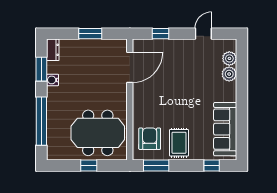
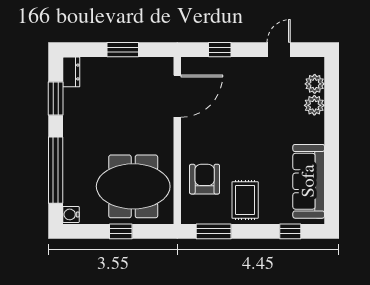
water cooler: (53, 80) -> (71, 214), moved
armchair: (150, 139) -> (205, 179), moved

